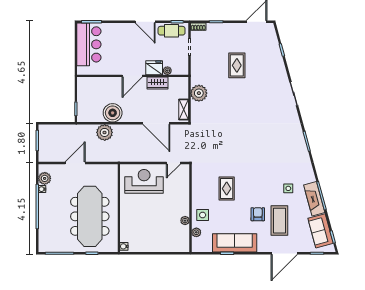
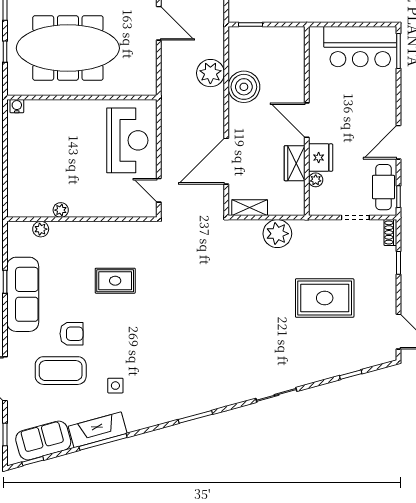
rug: (237, 65) -> (325, 298), width x1.36, depth x1.43
side table: (203, 215) -> (70, 240), removed

